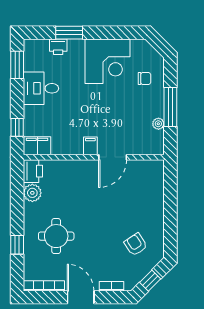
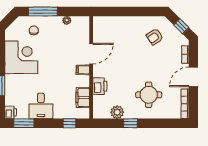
printer: (58, 47) -> (11, 112), moved
window: (170, 107) -> (43, 11), moved
filing cabinet: (37, 146) -> (83, 98), moved
door: (113, 157) -> (91, 54), hinge flipped
printer: (33, 171) -> (100, 86), moved, turned 90
window: (17, 245) -> (130, 123), moved

